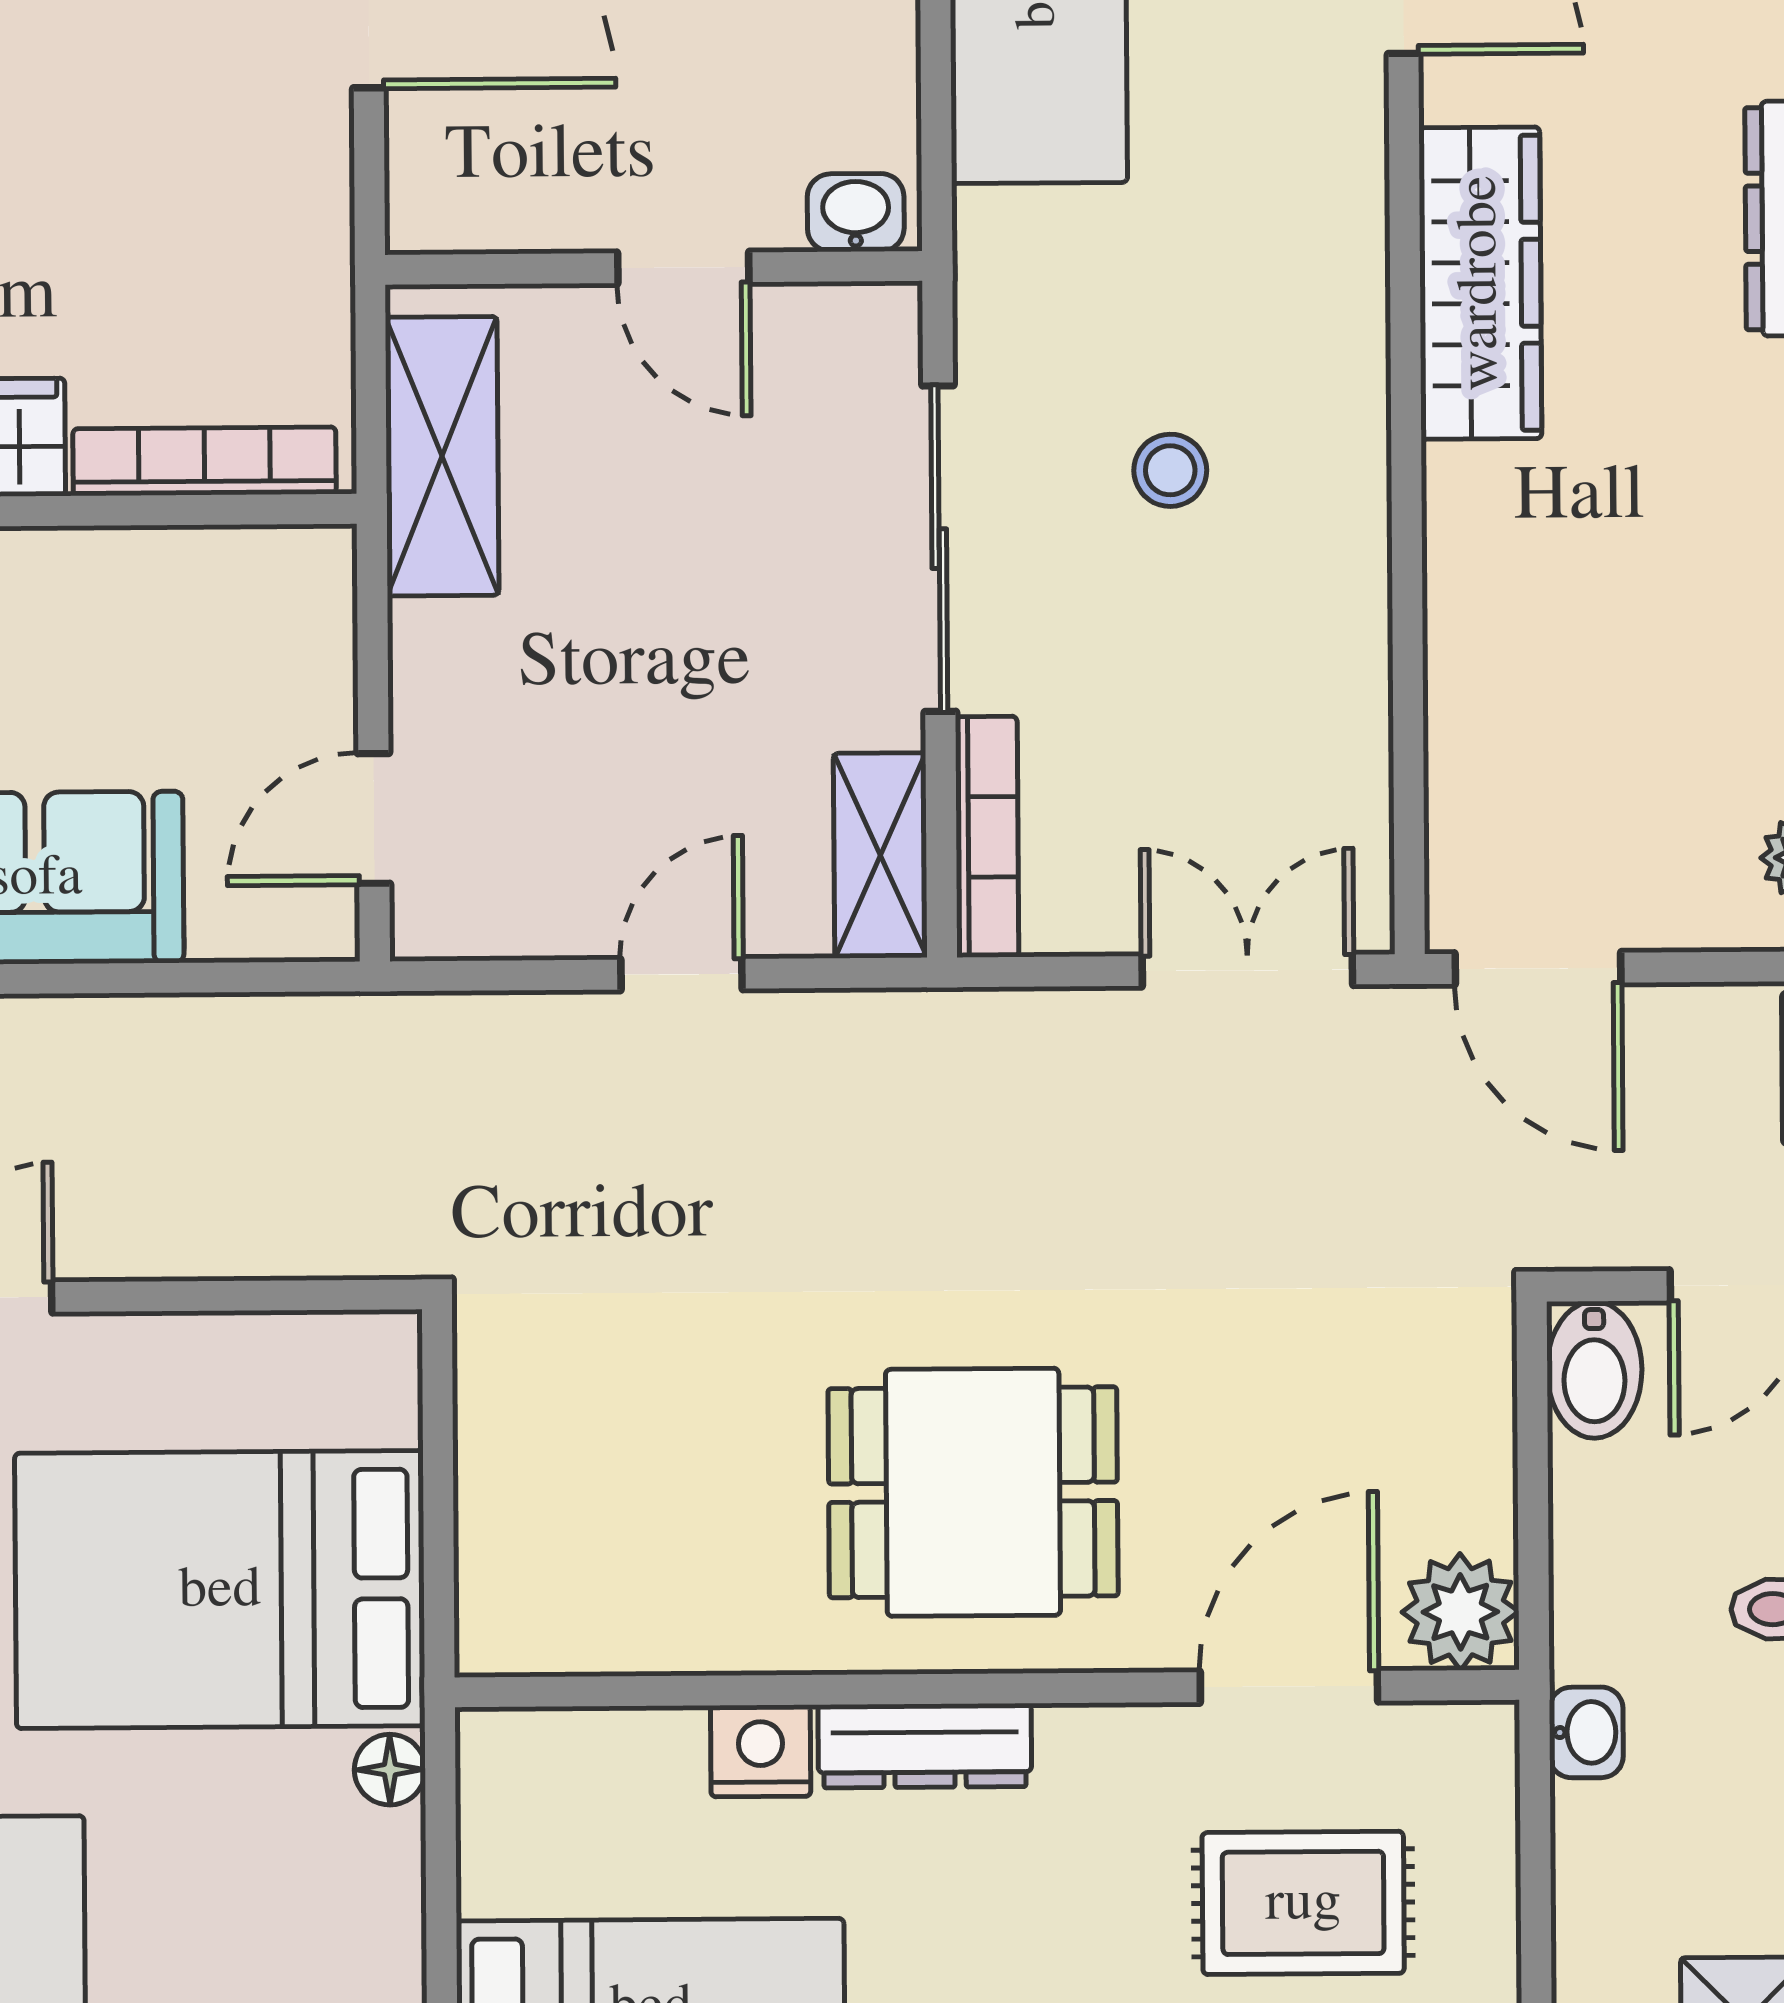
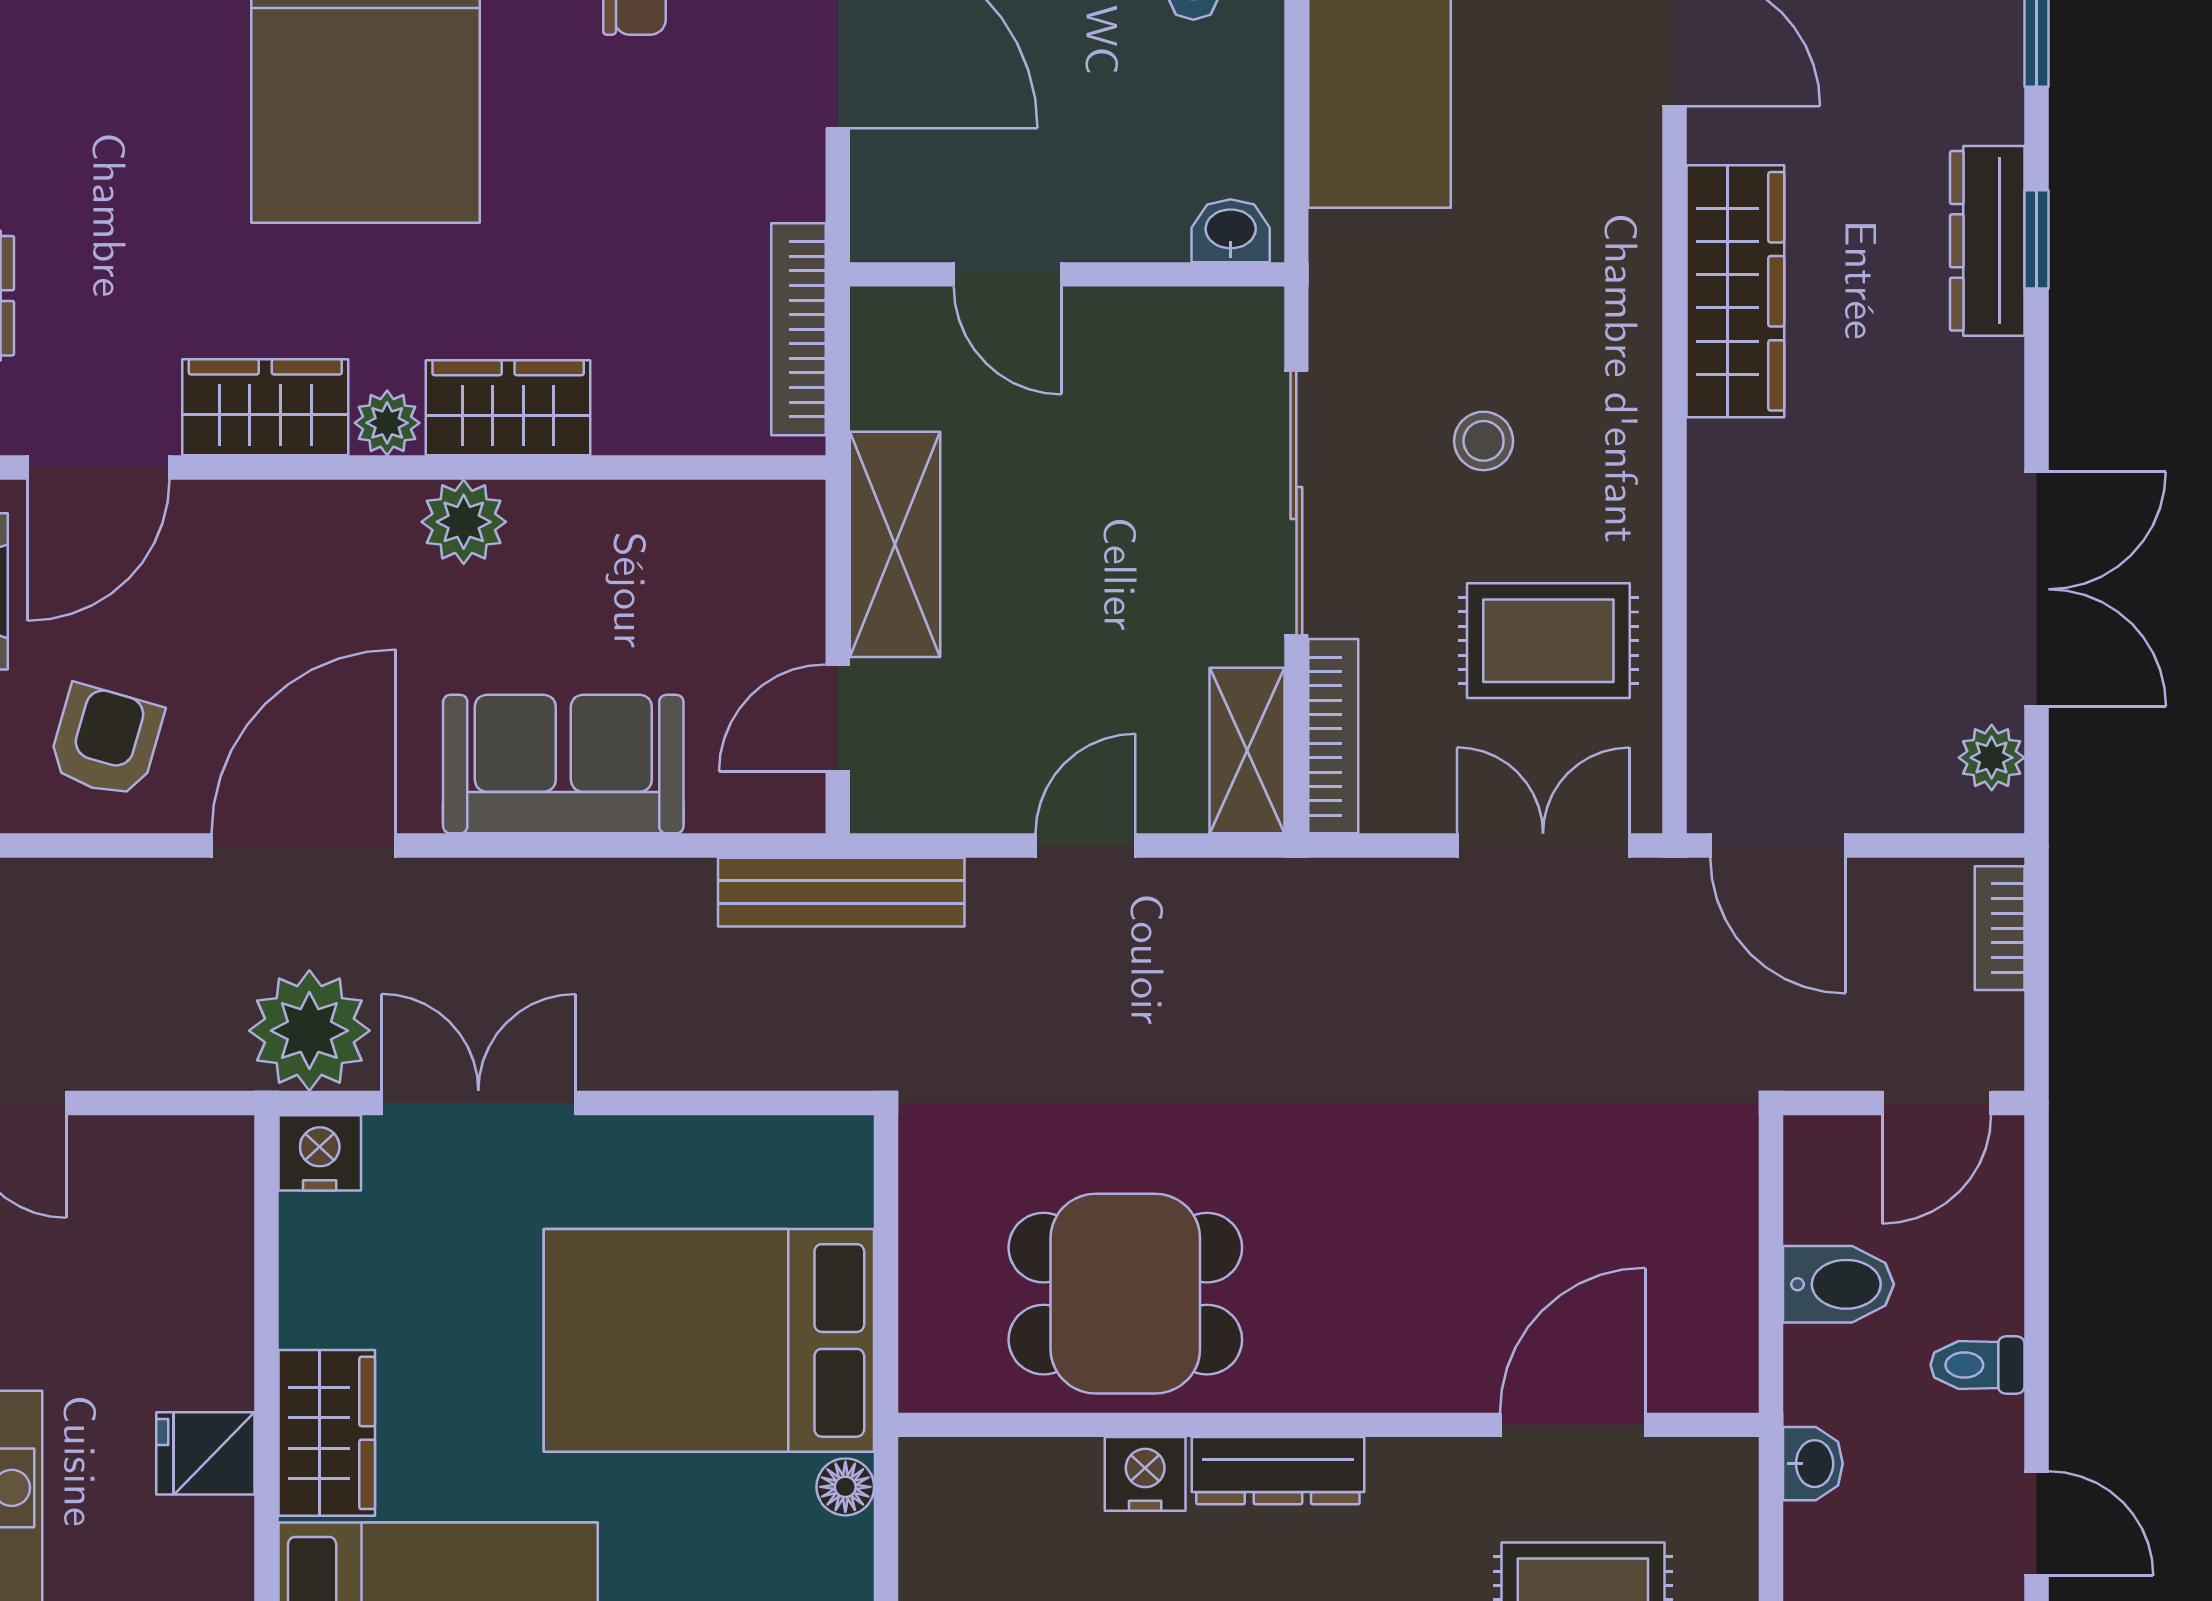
door: (683, 268) -> (1008, 274), moved
shelving: (442, 456) -> (895, 544), moved
bookcase: (204, 461) -> (798, 329), moved, turned -90
rug: (1252, 717) -> (1548, 641), added
bench: (380, 1034) -> (841, 892), added
bidet: (1594, 1370) -> (1838, 1284), moved, turned -90
dining table: (973, 1492) -> (1125, 1294), moved
plant: (1460, 1612) -> (1712, 1365), removed

